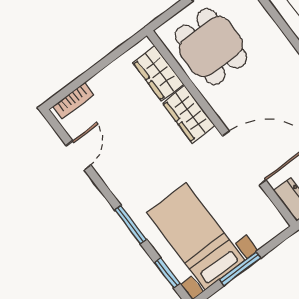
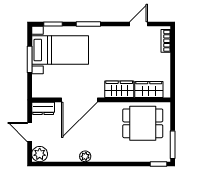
door: (78, 155) -> (139, 24), swing flipped

